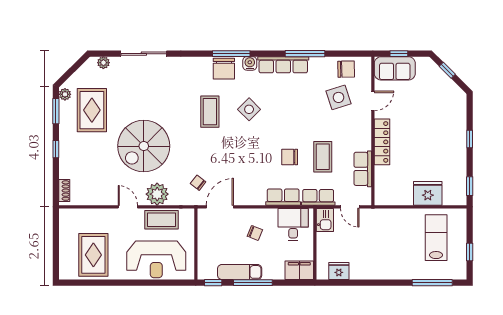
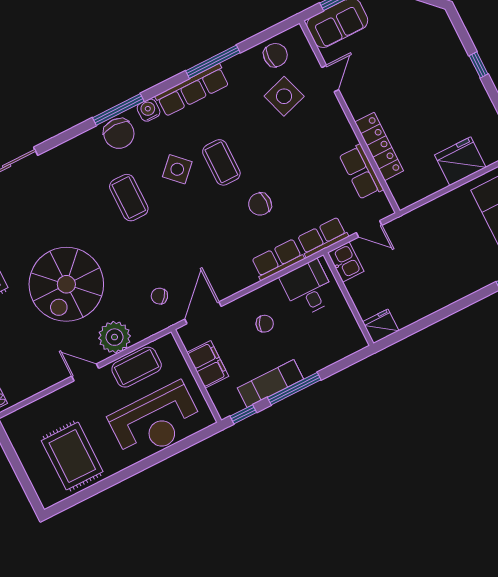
locker: (382, 142) -> (379, 146), moved
coffee table: (323, 157) -> (221, 162), moved
filing cabinet: (299, 270) -> (208, 364), moved, turned 90
fridge: (339, 271) -> (381, 326), moved

